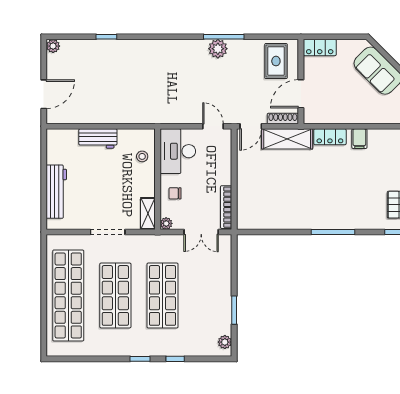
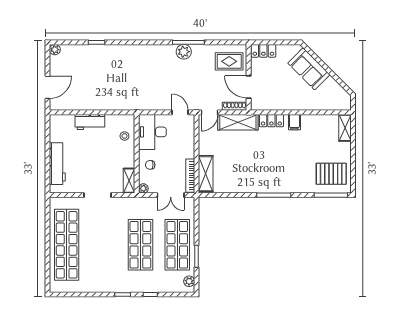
rug: (276, 61) -> (229, 61), turned 90
door: (301, 94) -> (249, 87), hinge flipped
shelving: (246, 205) -> (206, 174), added
shop shelf: (115, 295) -> (177, 245), moved

